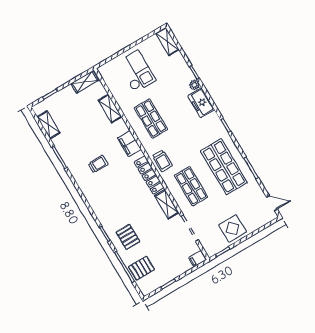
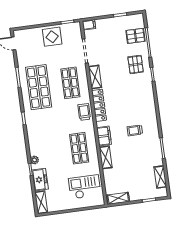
checkout: (137, 71) -> (85, 187), moved, turned 90
freezer: (201, 103) -> (40, 180), moved
shelving: (110, 109) -> (106, 157), moved

